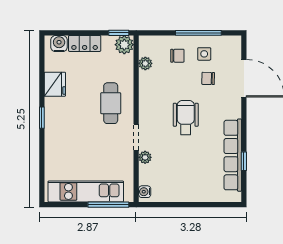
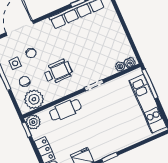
plant: (145, 63) -> (34, 99), width x1.87, depth x1.87
cafe table: (111, 103) -> (65, 110), moved
wheelchair: (186, 118) -> (58, 72), moved, turned 180
plant: (145, 157) -> (120, 66), moved

